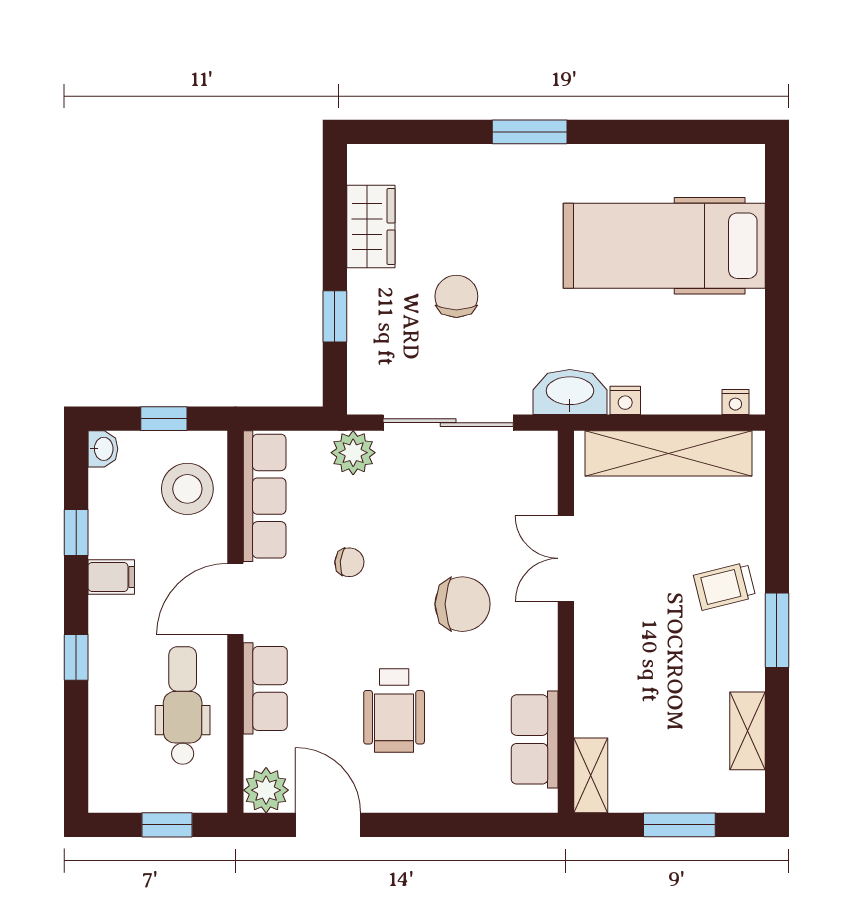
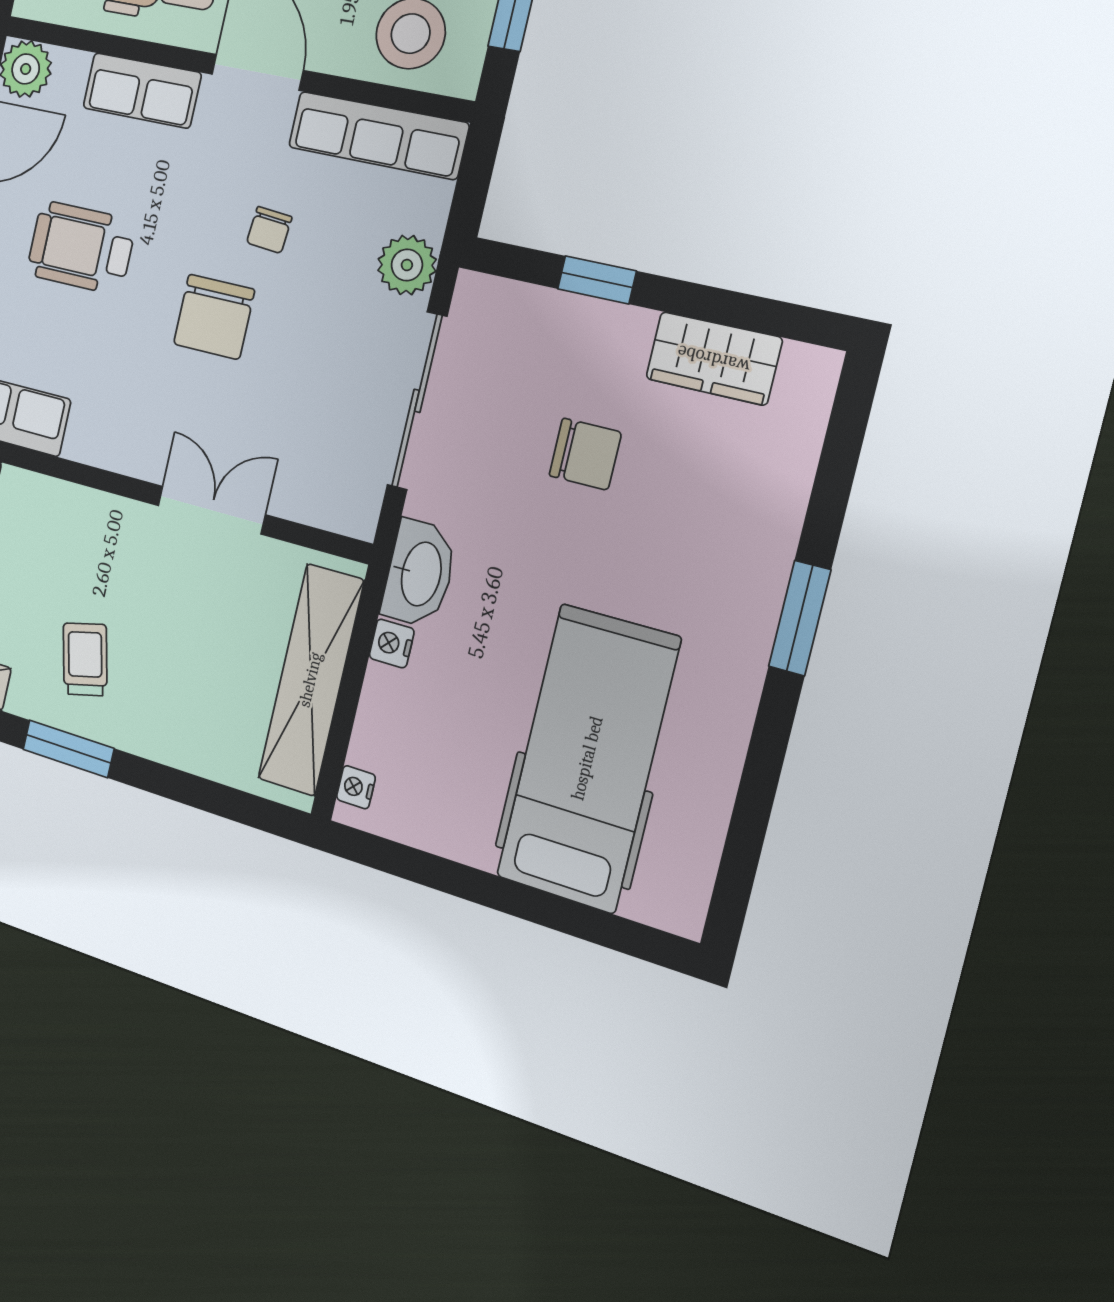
trolley: (725, 586) -> (85, 659), moved
chair: (462, 604) -> (214, 317), moved

